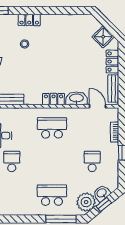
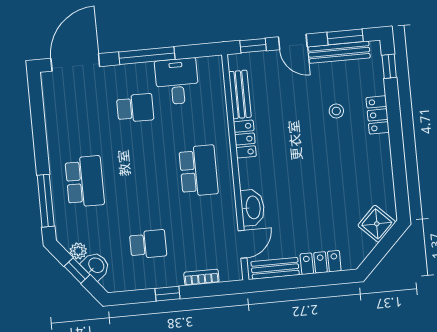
shower: (103, 37) -> (377, 224), moved
locker: (53, 99) -> (245, 139), moved
plant: (86, 202) -> (78, 251), width x0.53, depth x0.53

